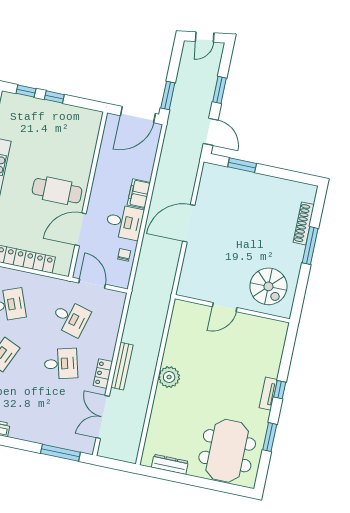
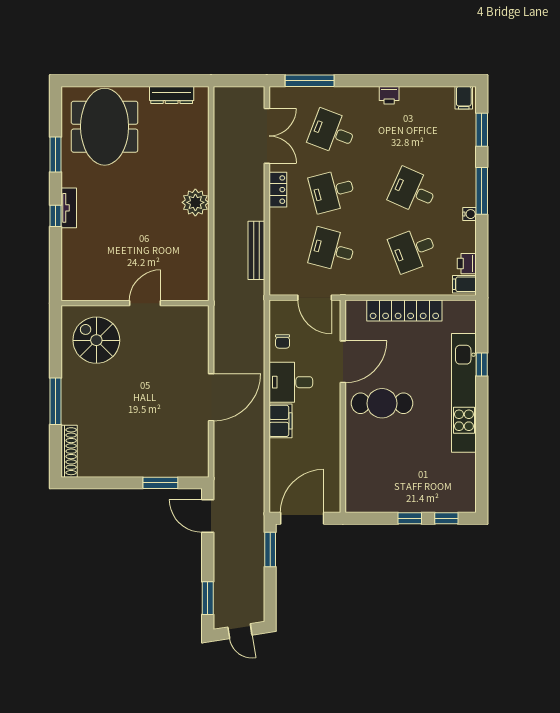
door: (205, 37) -> (240, 631), swing flipped
window: (220, 90) -> (208, 598), moved
shoe rack: (304, 223) -> (69, 451), moved
bench: (122, 366) -> (256, 250), moved
desk: (51, 409) -> (332, 132), added

